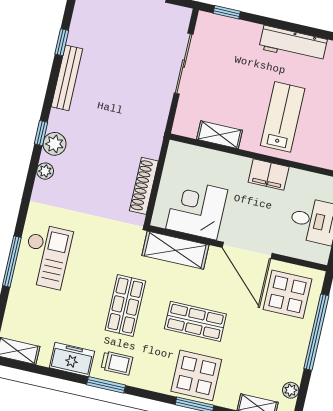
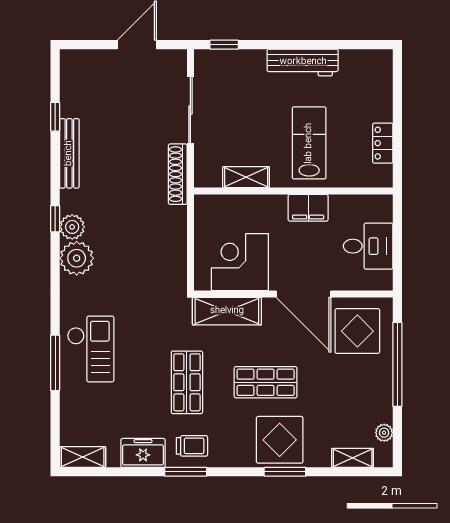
plant: (45, 171) -> (77, 258), width x1.87, depth x1.87
shoe rack: (144, 186) -> (178, 174), moved

